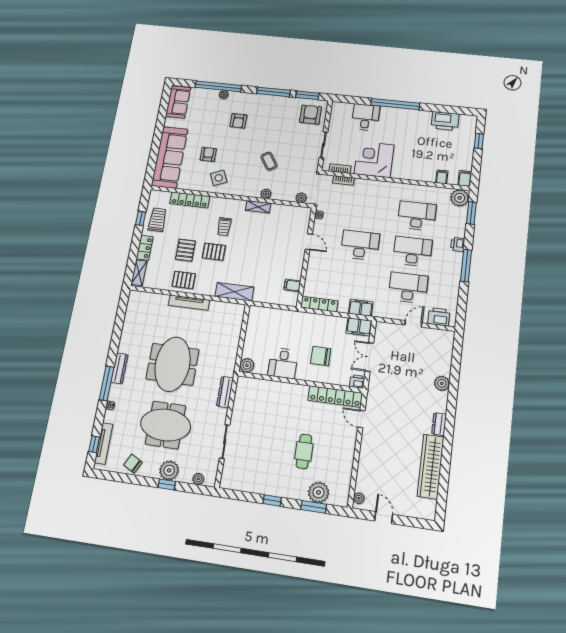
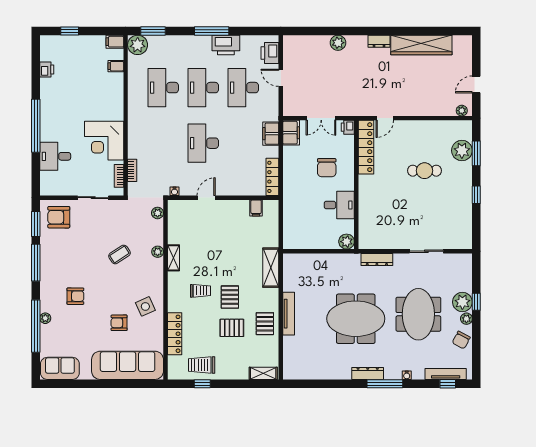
printer: (445, 121) -> (47, 69), width x0.53, depth x0.68
printer: (458, 244) -> (226, 45), moved, width x1.87, depth x1.48
locker: (145, 248) -> (235, 373), removed
plant: (198, 479) -> (466, 319), moved

